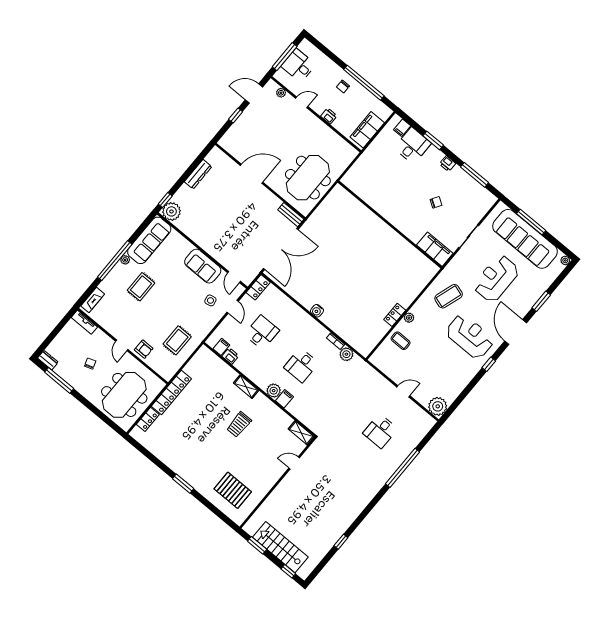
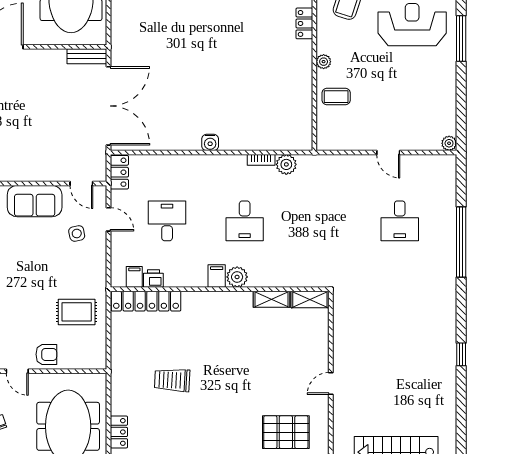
locker: (395, 315) -> (304, 23), moved
rug: (177, 340) -> (77, 312), turned 90
window: (489, 364) -> (461, 39), width x2.17
shelving: (246, 387) -> (272, 299), moved
door: (403, 391) -> (388, 153), swing flipped
locker: (171, 392) -> (146, 301), moved, turned 90
filing cabinet: (284, 399) -> (217, 276), moved
plant: (438, 406) -> (449, 143), width x0.53, depth x0.53
trolley: (239, 424) -> (172, 380), moved, turned 93
door: (294, 463) -> (331, 383), moved
window: (341, 542) -> (461, 354), moved

